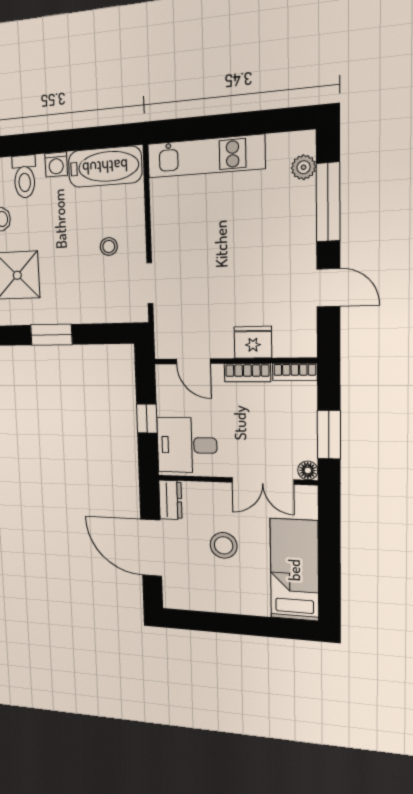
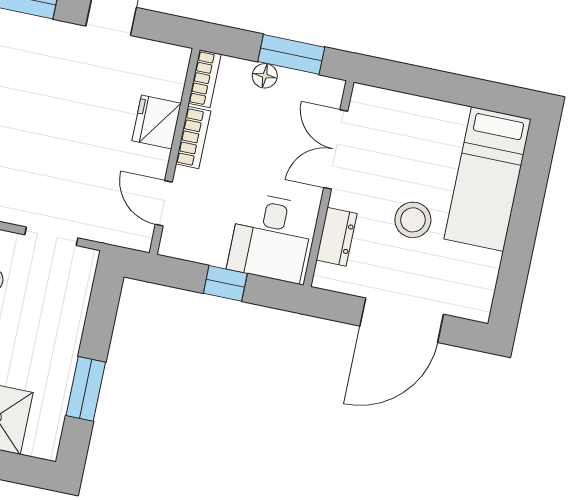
door: (193, 361) -> (164, 203), swing flipped
floor lamp: (308, 470) -> (265, 76), moved
double door: (263, 481) -> (336, 149), swing flipped
dresser: (170, 500) -> (337, 237), moved, turned 90
bed: (294, 570) -> (488, 179), moved, turned -90

